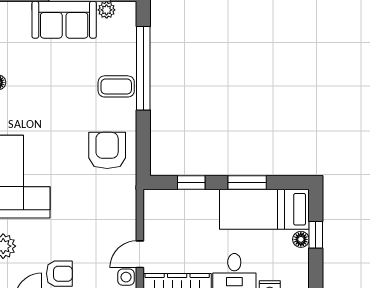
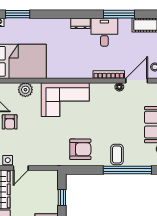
door: (140, 254) -> (21, 168), swing flipped

